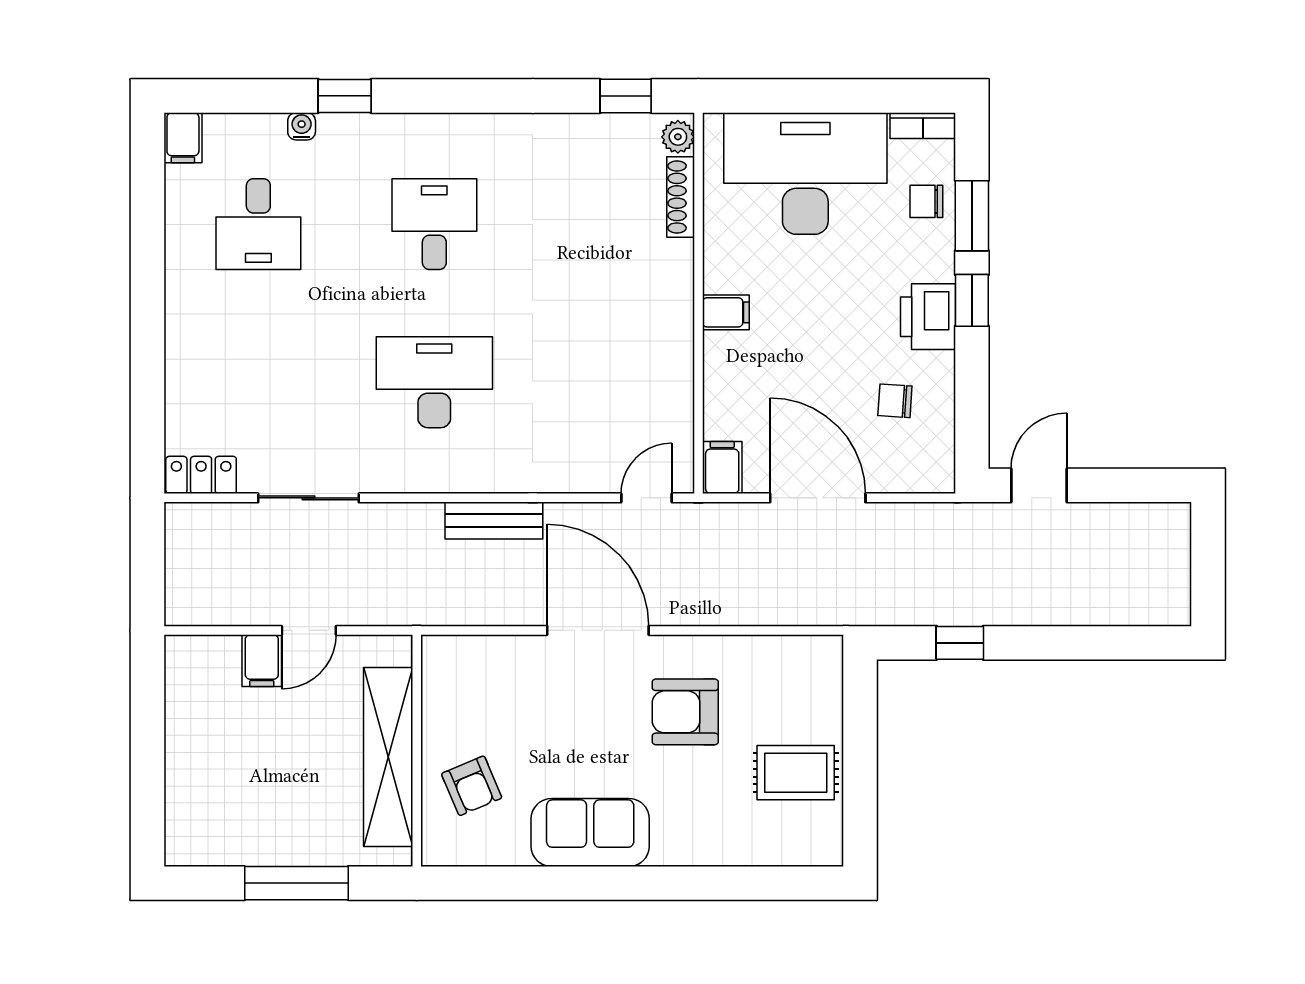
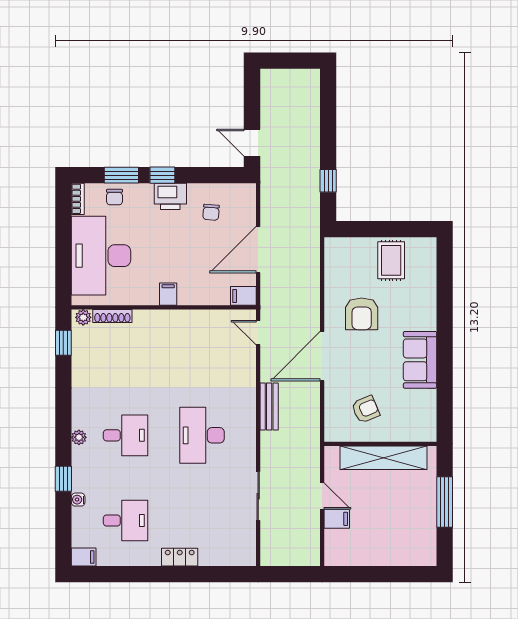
plant: (430, 128) -> (79, 437), added
desk: (434, 224) -> (125, 435), turned 180
locker: (201, 475) -> (180, 557), moved, turned 90
armchair: (472, 786) -> (366, 409), moved

